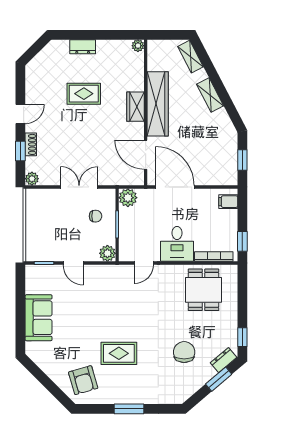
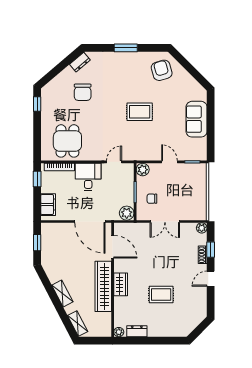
dresser: (83, 47) -> (137, 331), moved
filing cabinet: (228, 202) -> (48, 205), width x2.00
rug: (119, 353) -> (140, 112), moved
dresser: (224, 360) -> (80, 62), moved
window: (219, 379) -> (56, 71), removed

